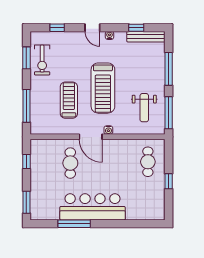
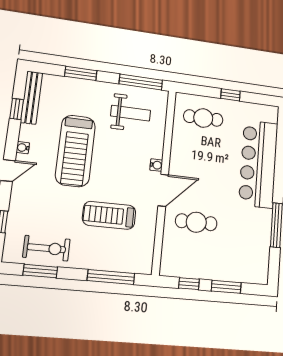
window: (169, 69) -> (81, 73), width x0.69
treadmill: (103, 88) -> (75, 151), moved, turned 90
window: (26, 202) -> (226, 287), moved
bar counter: (93, 207) -> (258, 164), moved

